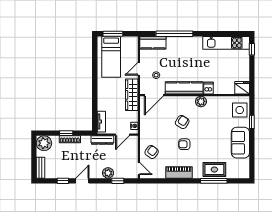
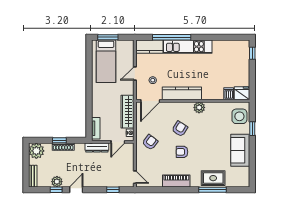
kitchen unit: (226, 43) -> (188, 47), moved
dishwasher: (208, 88) -> (229, 94), moved
wardrobe: (132, 95) -> (127, 112), moved
armchair: (152, 152) -> (150, 142), moved
plant: (108, 173) -> (57, 182), moved

